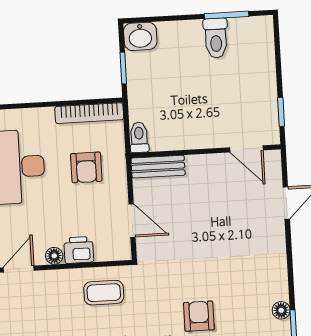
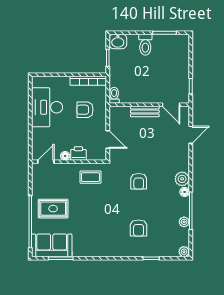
toilet: (216, 38) -> (145, 45), moved
armchair: (86, 167) -> (85, 110), turned 90
bench: (158, 167) -> (145, 112), moved
plant: (275, 286) -> (182, 179), added
armchair: (199, 316) -> (139, 181), moved, turned 180

